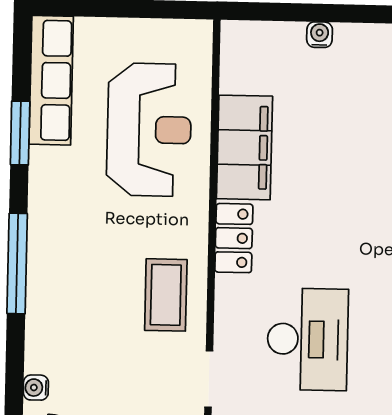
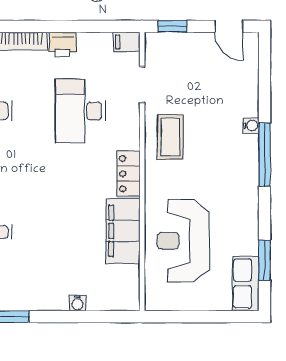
row of seats: (51, 80) -> (246, 284), width x0.68
window: (20, 133) -> (264, 260), moved
water cooler: (36, 388) -> (251, 126), moved

